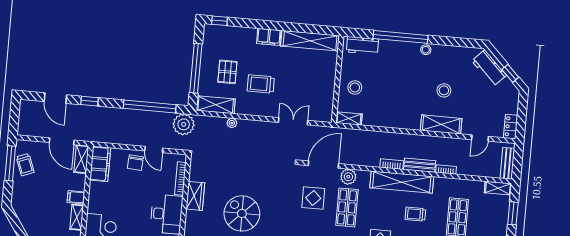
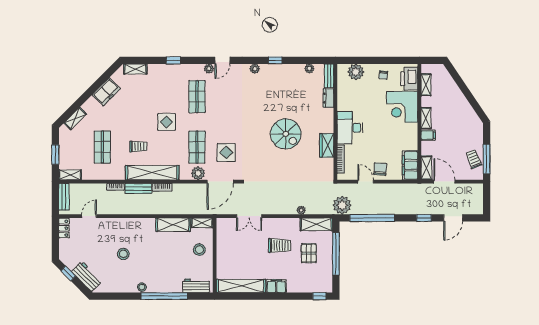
door: (55, 98) -> (453, 218), swing flipped
shelving: (441, 124) -> (173, 225), moved

